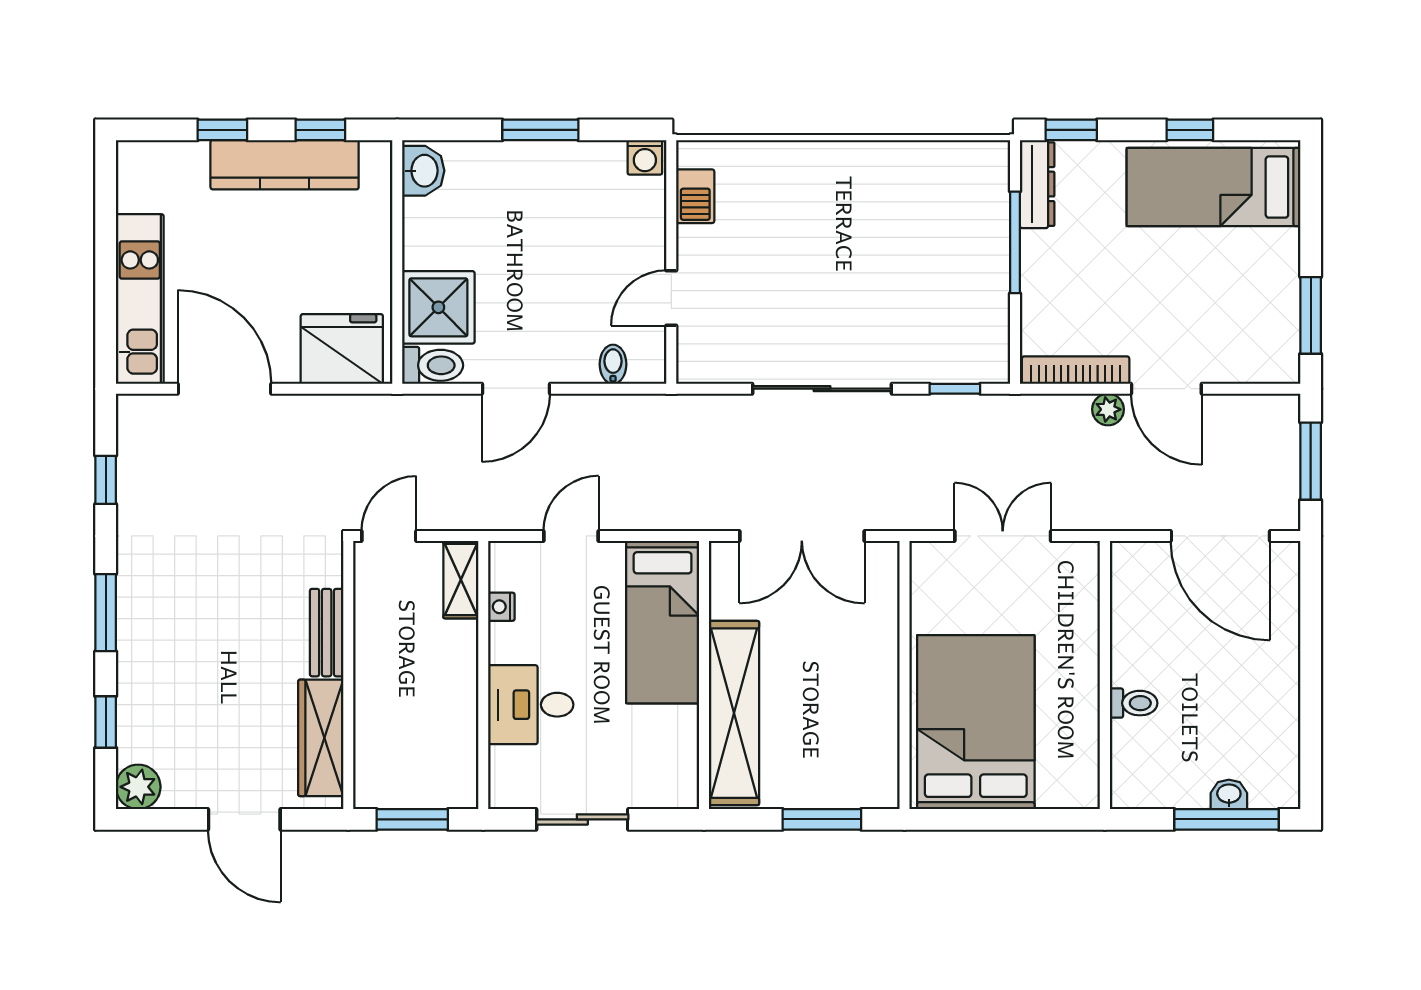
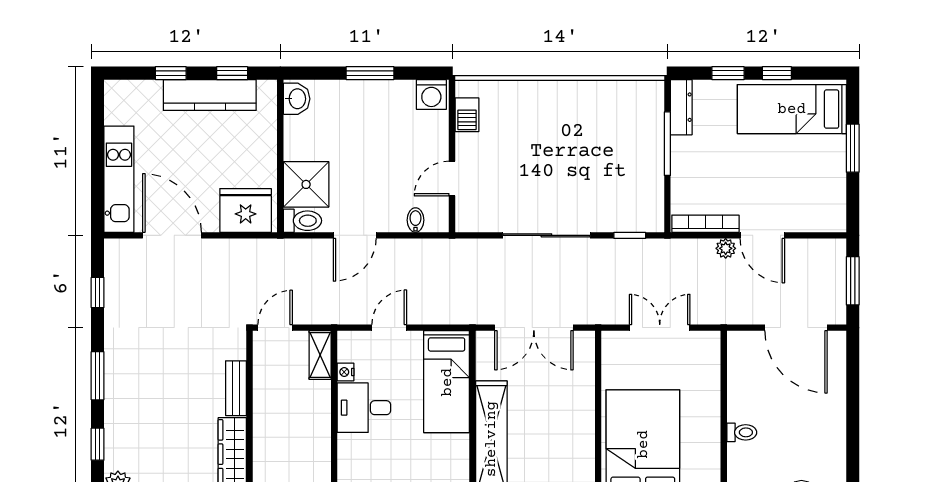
window: (1071, 130) -> (728, 73), moved
washing machine: (645, 157) -> (431, 95), width x1.38, depth x1.38
window: (1311, 315) -> (853, 148), moved
desk: (531, 705) -> (364, 408), moved

